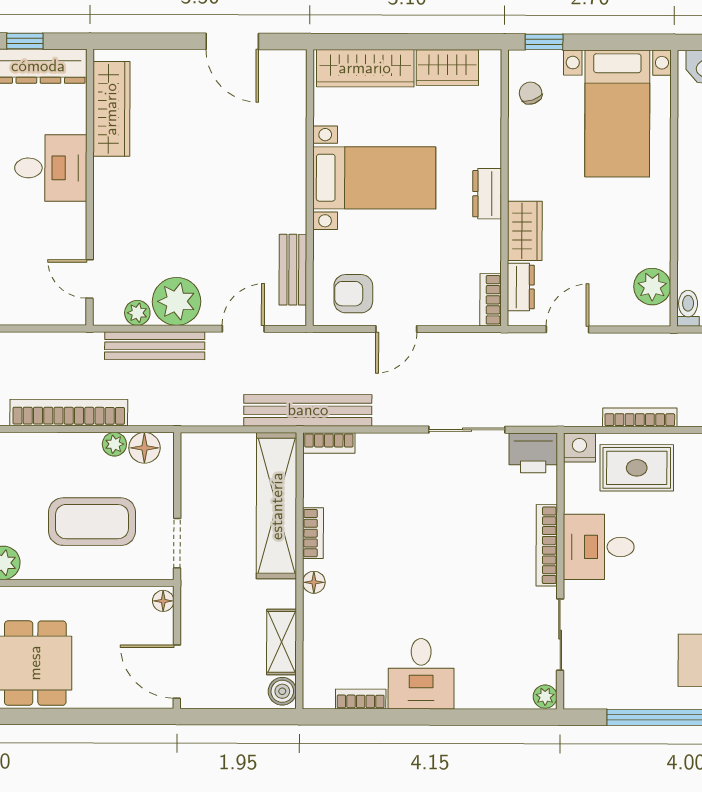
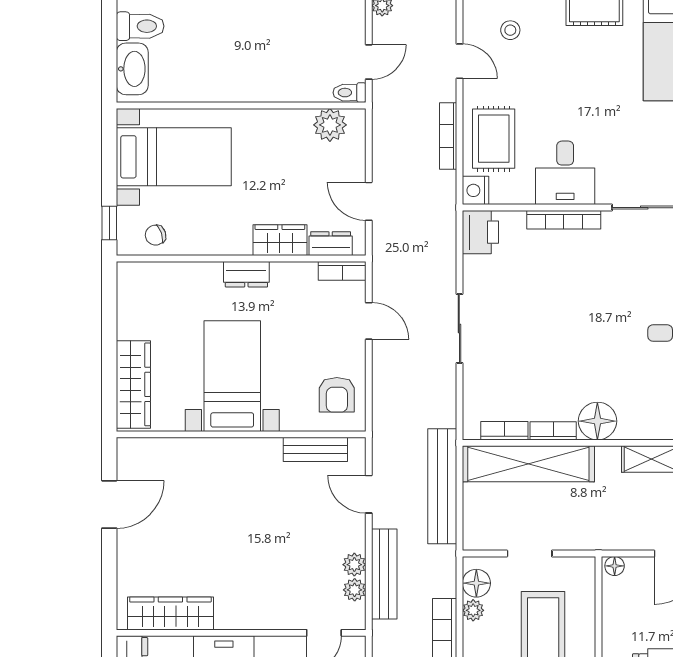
wardrobe: (447, 68) -> (133, 310), removed
plant: (177, 301) -> (354, 565), width x0.53, depth x0.53
door: (396, 329) -> (369, 321), moved
bench: (308, 410) -> (442, 486), moved
sliding door: (467, 430) -> (459, 329), moved
bookcase: (329, 443) -> (504, 431), moved, turned -90
doorway: (177, 543) -> (530, 553), moved
floor lamp: (314, 582) -> (597, 421), width x1.89, depth x1.89

